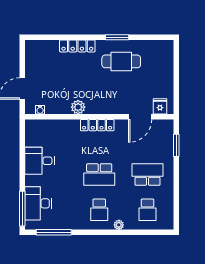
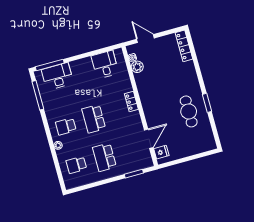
locker: (77, 46) -> (184, 46), moved
plant: (78, 107) -> (137, 67), moved
door: (140, 117) -> (149, 139), swing flipped
locker: (97, 125) -> (131, 102), width x0.66
desk: (39, 161) -> (105, 65), moved
school desk: (147, 175) -> (104, 157), turned 180

